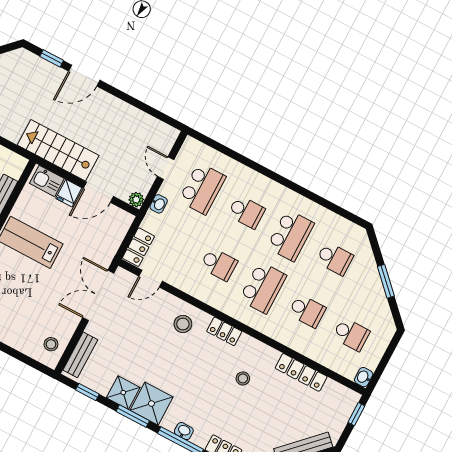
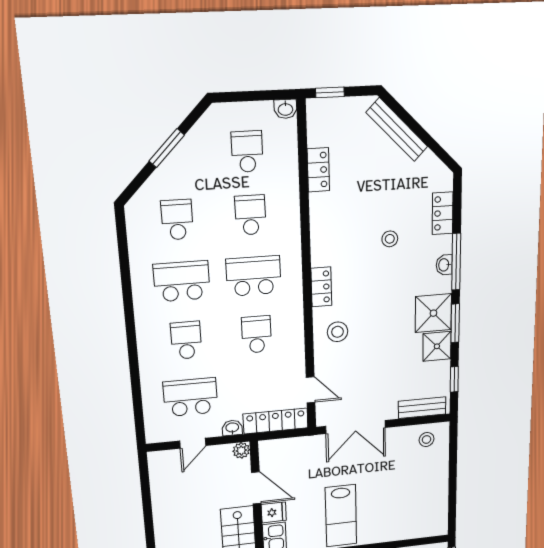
locker: (138, 247) -> (276, 421), width x1.53
locker: (301, 372) -> (318, 170), width x0.66
stool: (243, 378) -> (390, 239), moved

